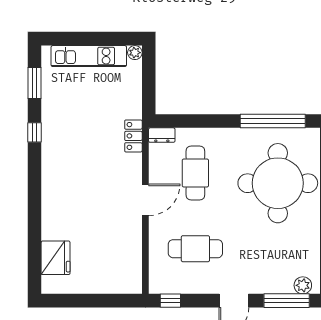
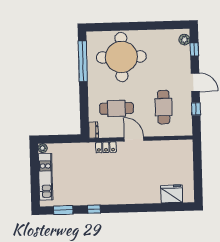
locker: (133, 136) -> (106, 147), moved
window: (170, 301) -> (196, 109), moved
window: (287, 301) -> (194, 49), width x0.46

